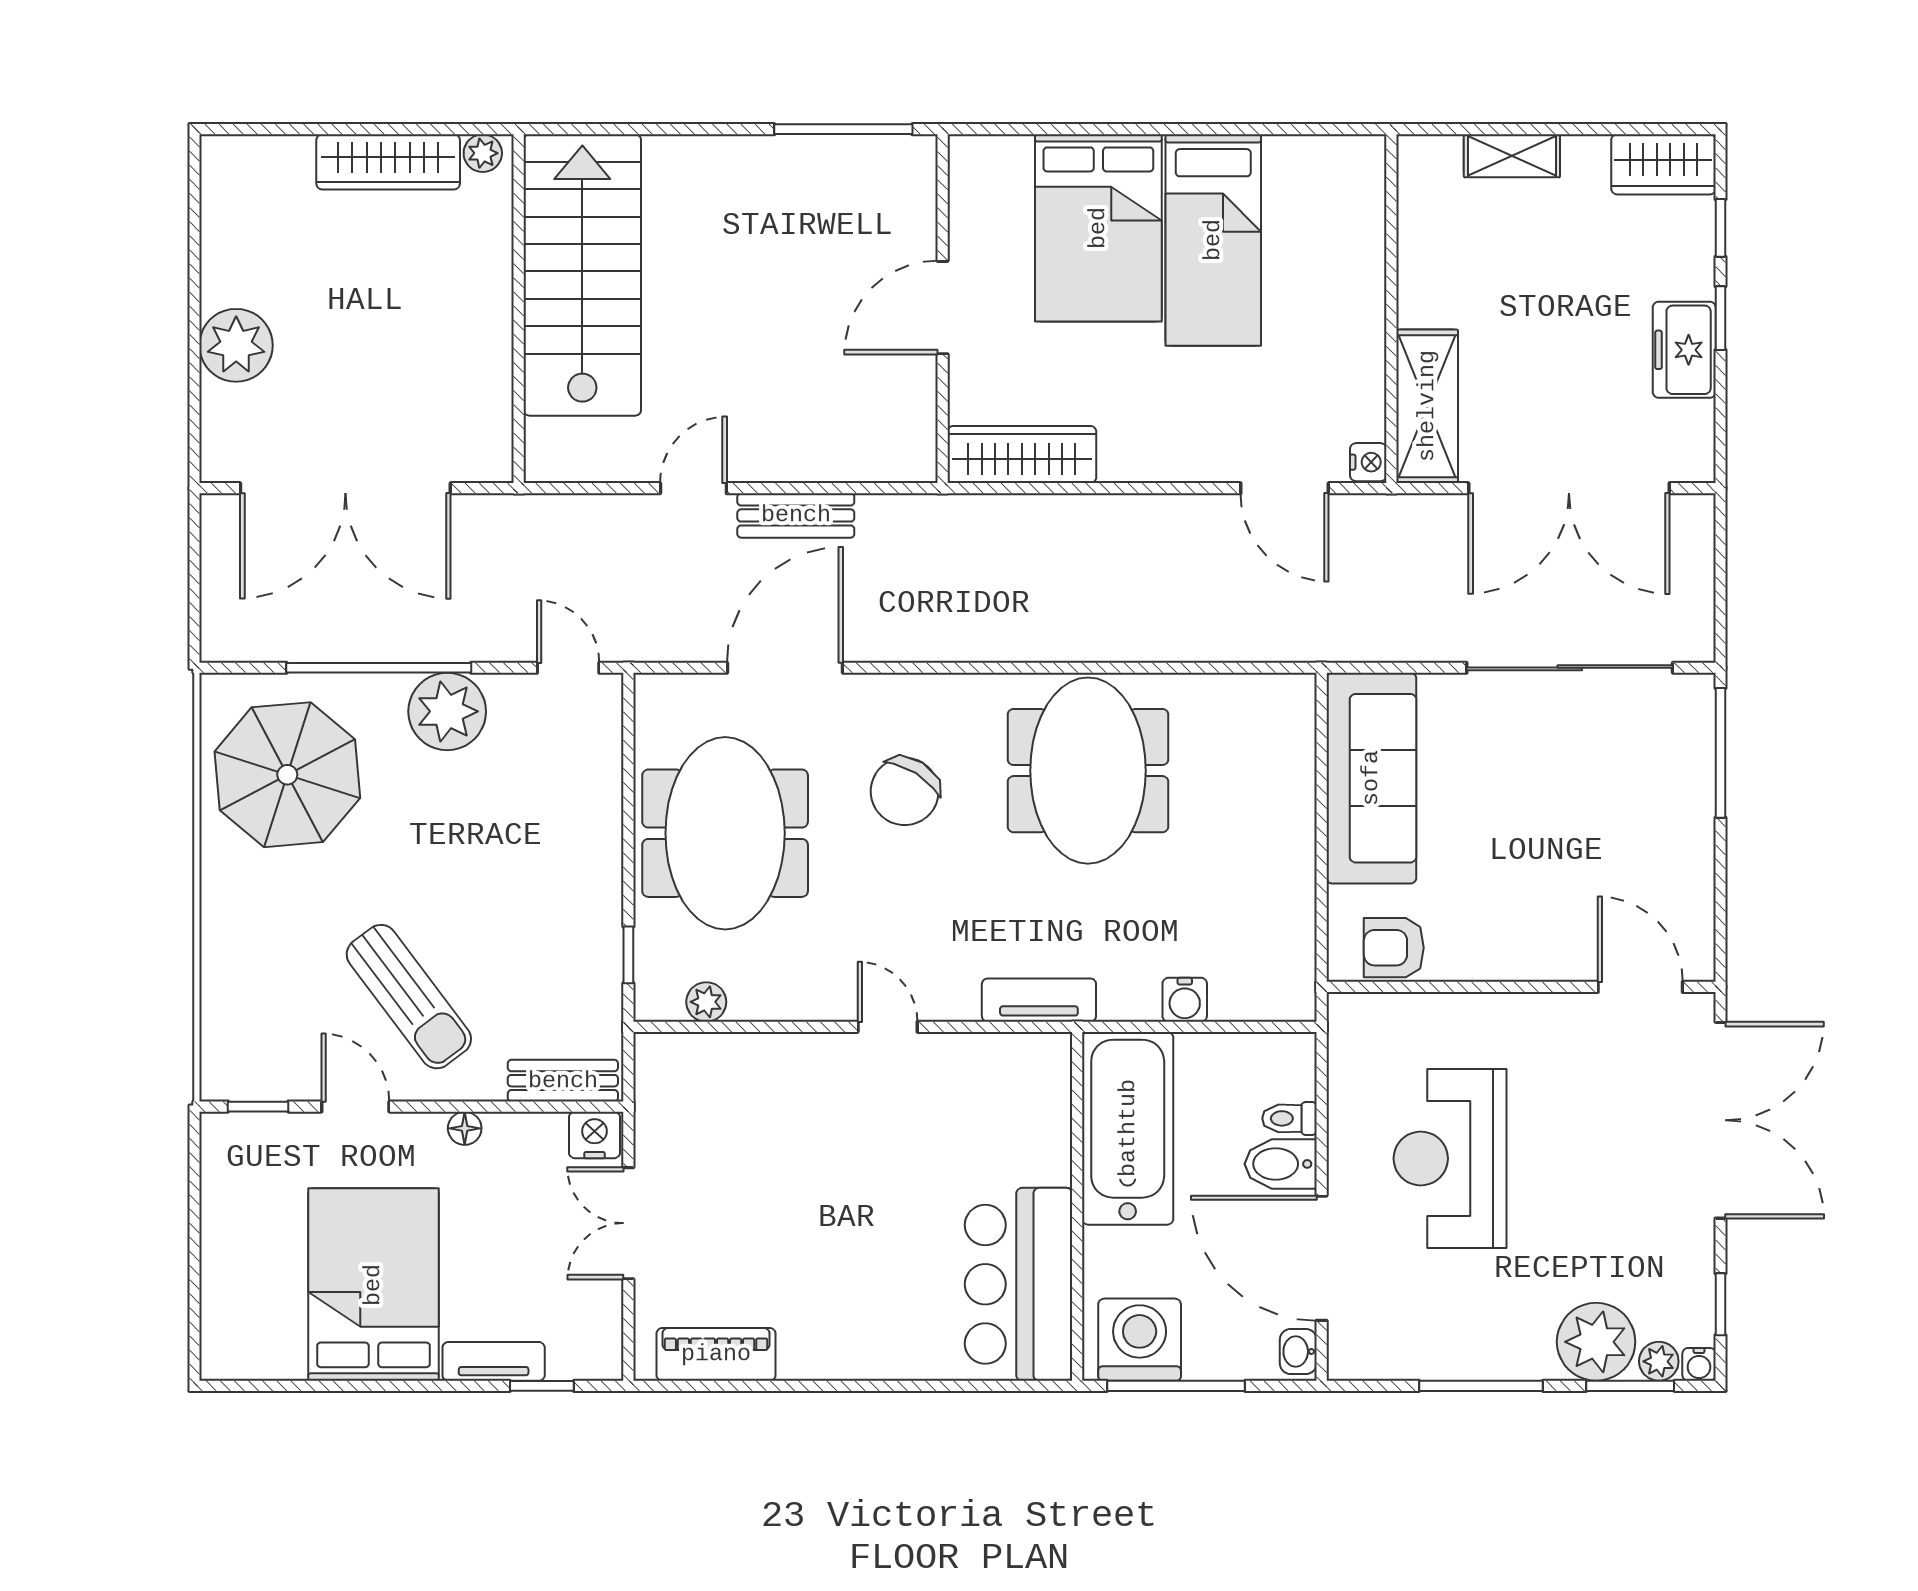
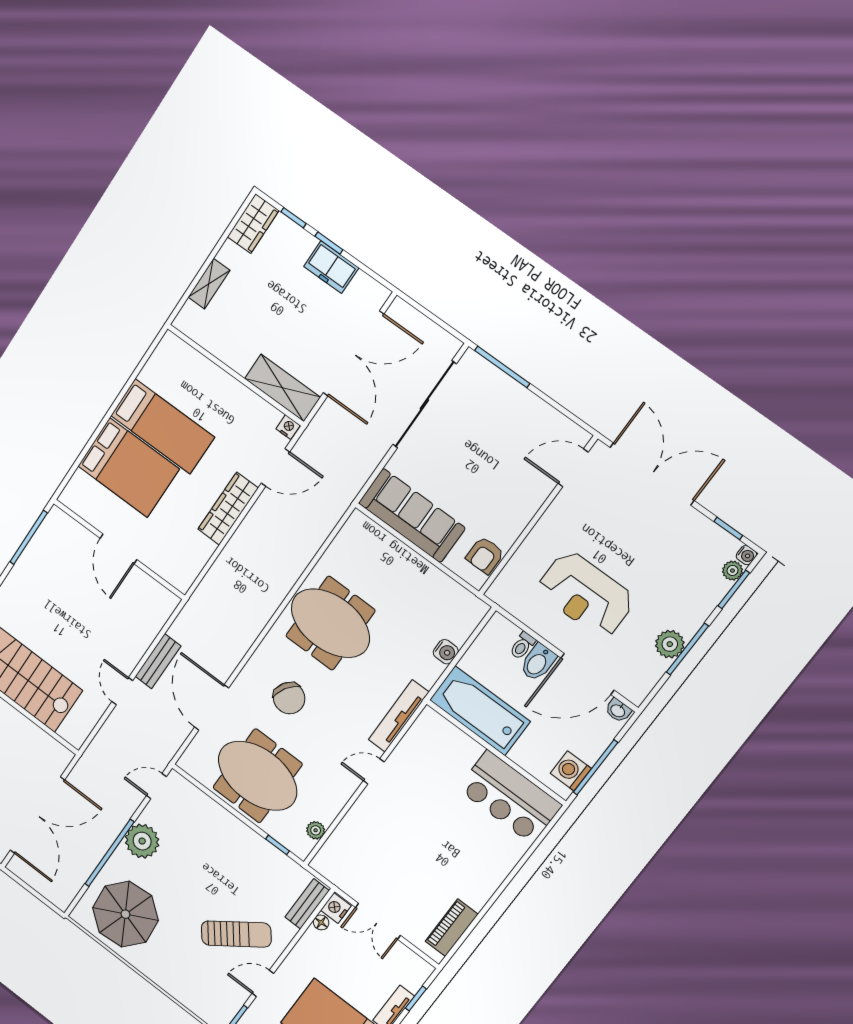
wardrobe: (1022, 454) -> (228, 509), moved
tv unit: (1039, 1000) -> (399, 716), width x1.41
floor lamp: (465, 1128) -> (321, 922), moved
washing machine: (1140, 1340) -> (571, 771), width x0.73, depth x0.73
plant: (1596, 1342) -> (670, 644), moved, width x0.73, depth x0.73

